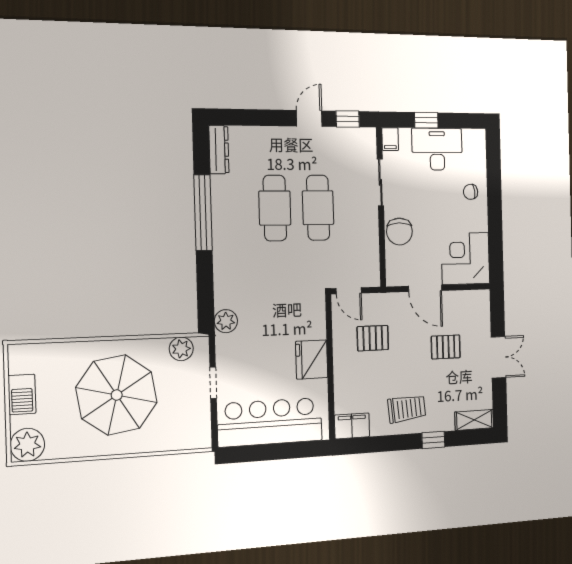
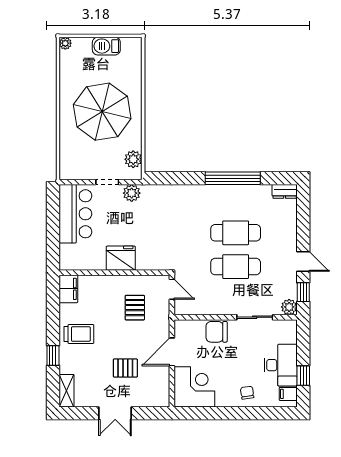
window: (426, 120) -> (303, 376), moved
plant: (367, 138) -> (289, 307), added
filing cabinet: (390, 139) -> (288, 394), moved
dresser: (219, 150) -> (285, 191), width x0.70
door: (349, 291) -> (172, 289), swing flipped
plant: (226, 321) -> (132, 193), moved
pallet: (446, 347) -> (125, 368), turned 90
trolley: (407, 409) -> (79, 334), turned -85
bar counter: (270, 422) -> (75, 214), width x0.73
plant: (27, 445) -> (65, 43), width x0.53, depth x0.53

